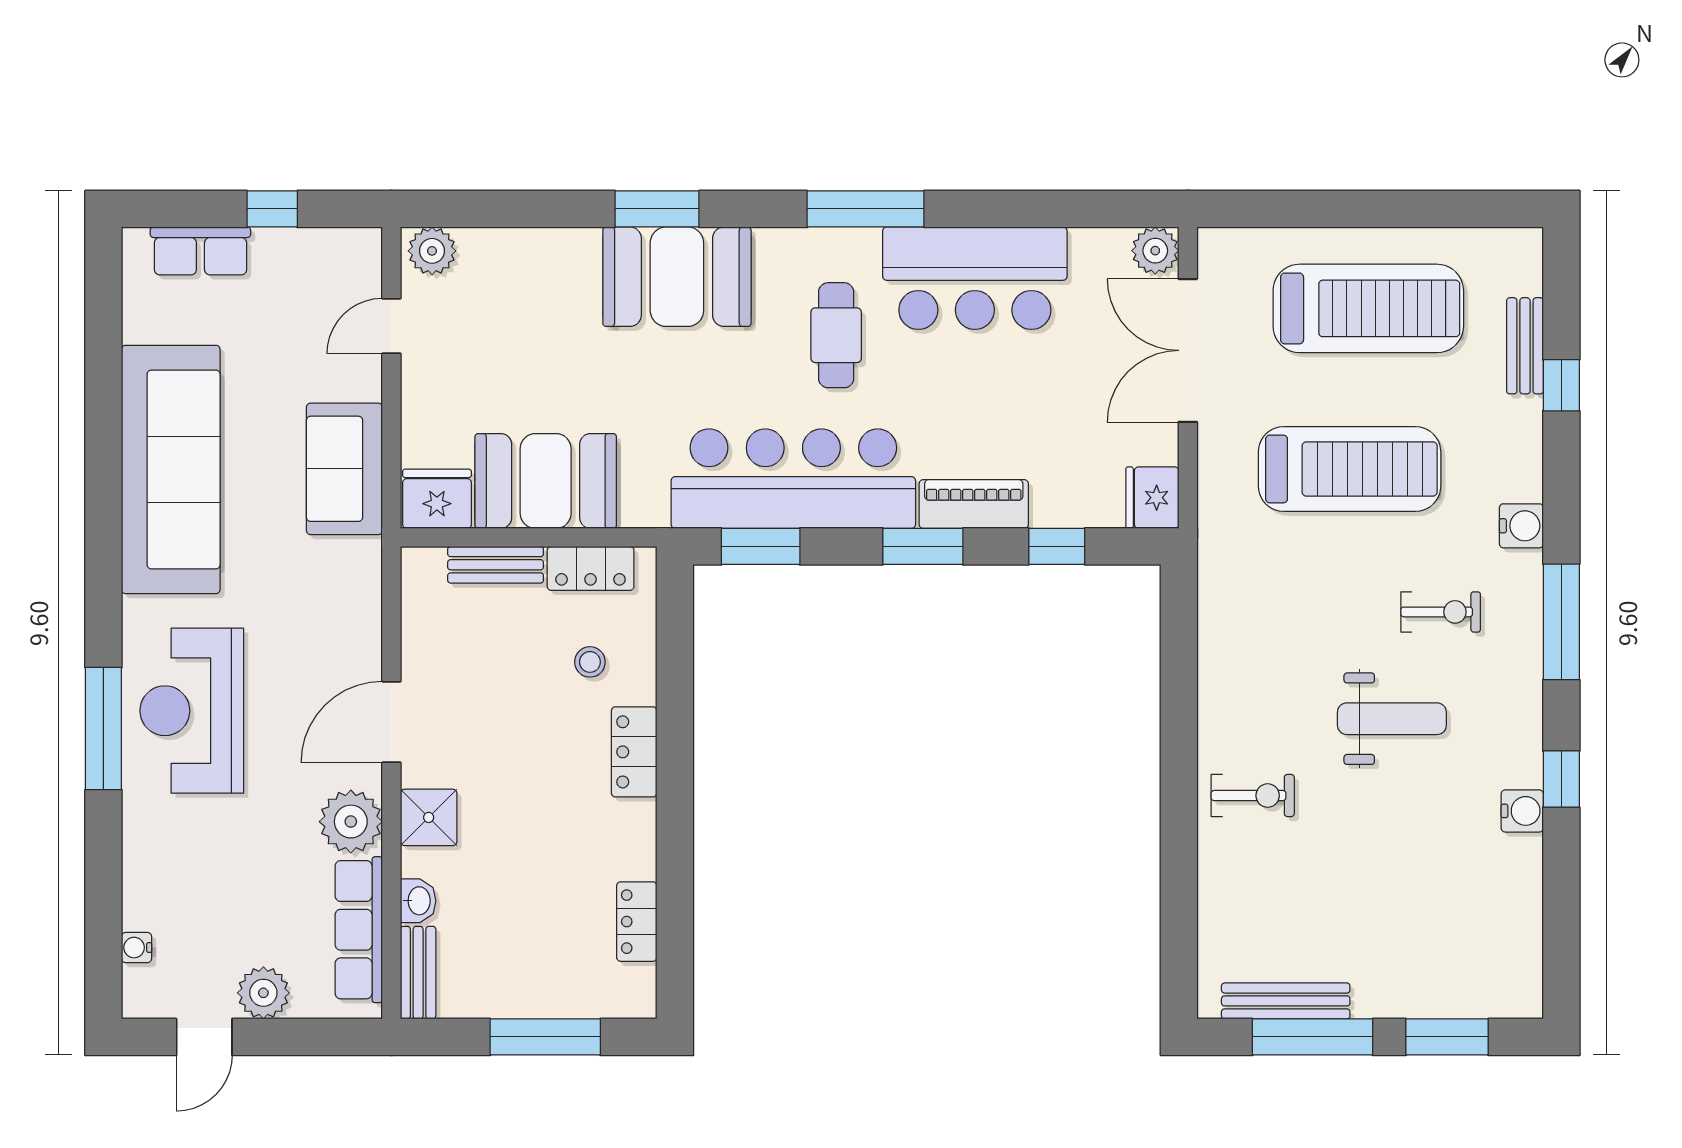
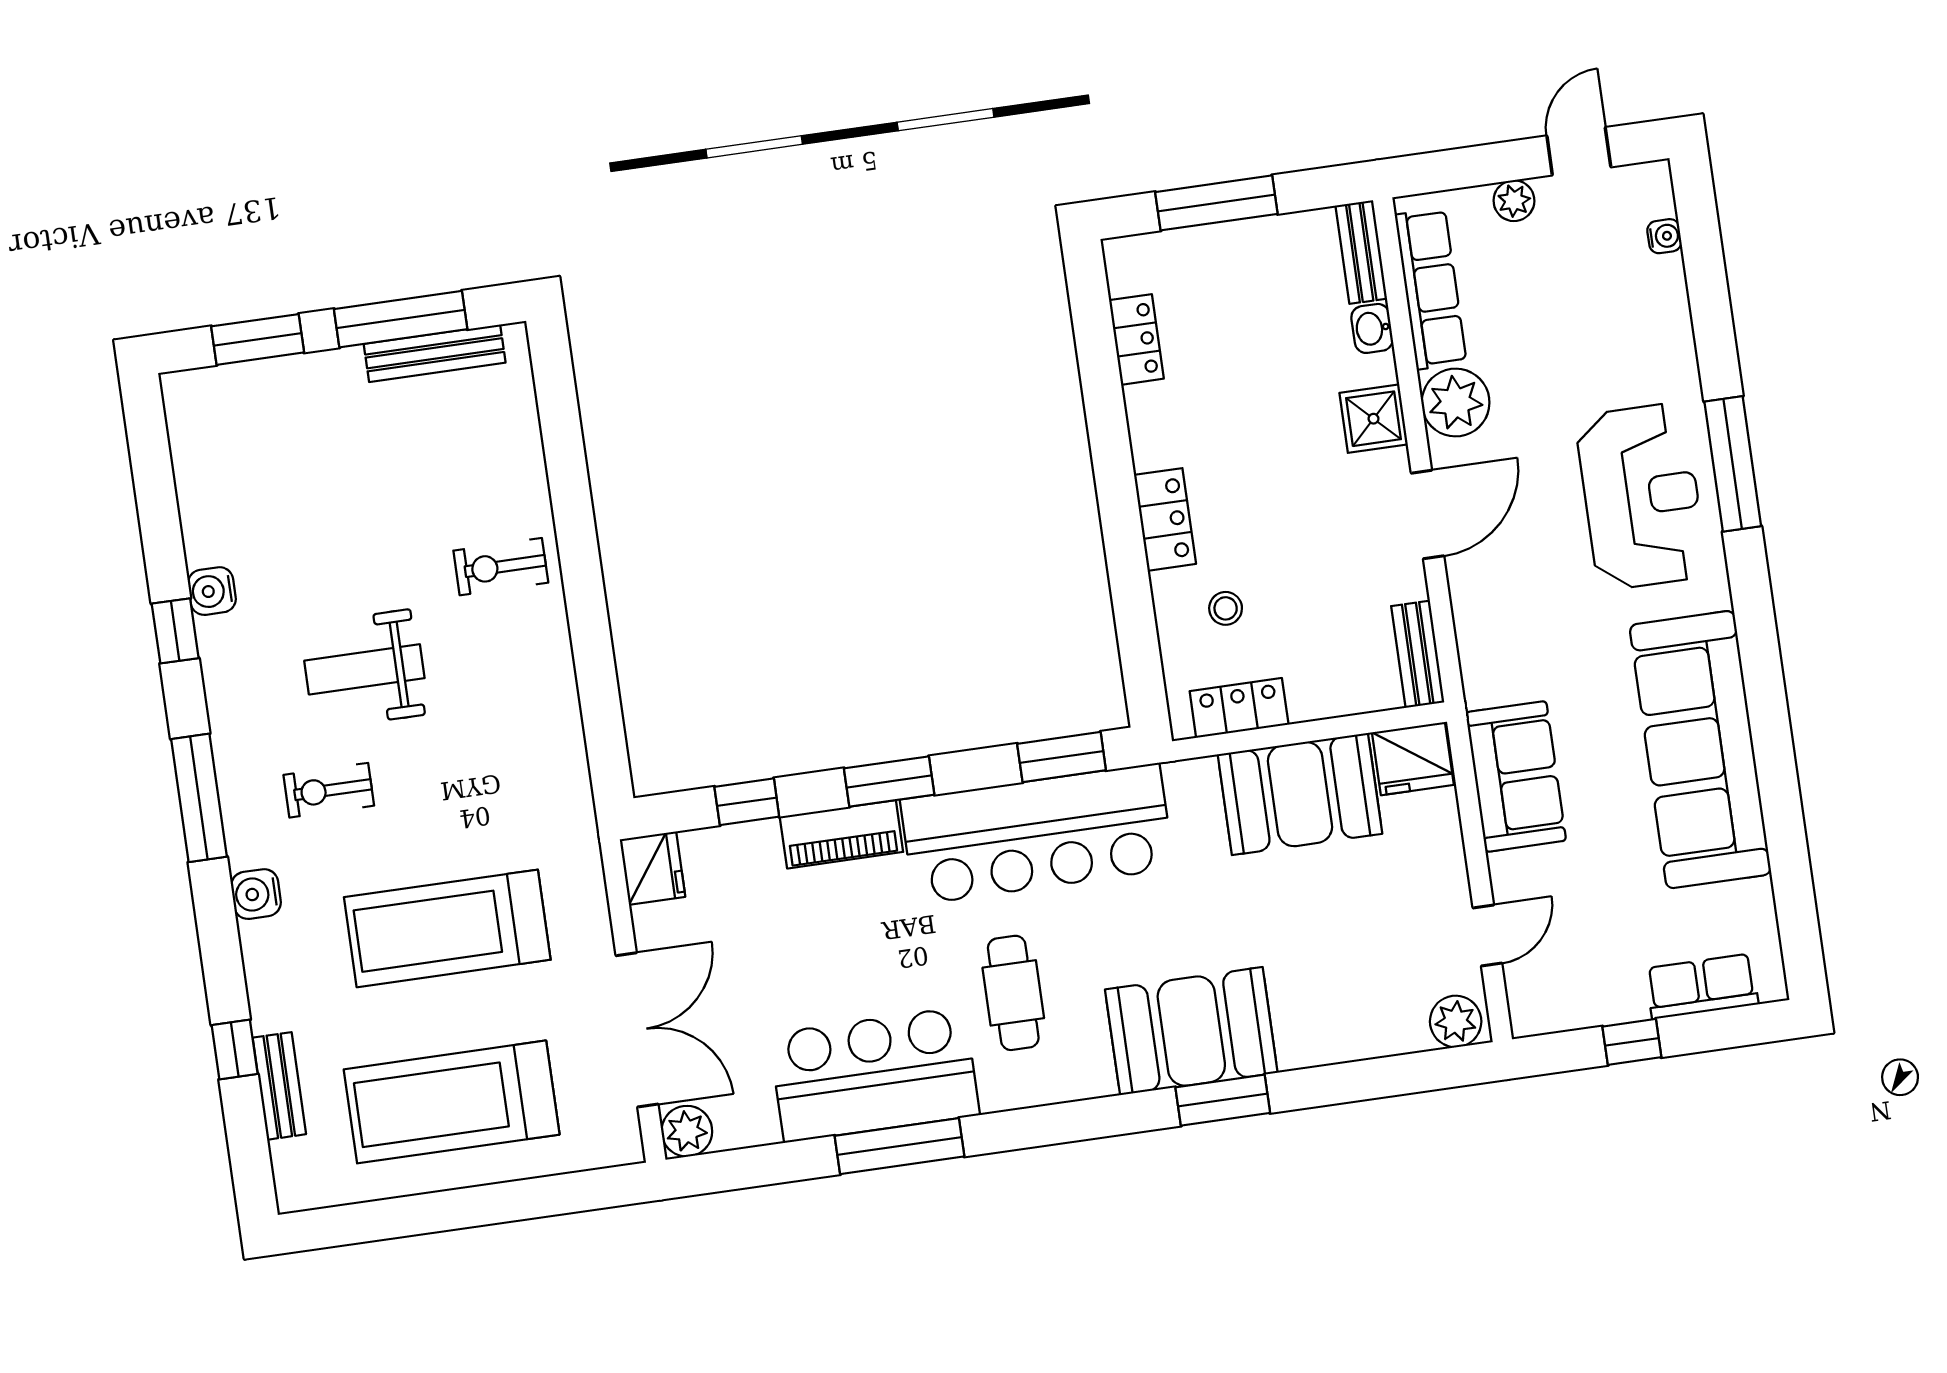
window: (866, 209) -> (900, 1146), moved
bench: (496, 565) -> (1418, 654), moved, turned 90
plant: (263, 993) -> (1514, 201), width x0.73, depth x0.73

